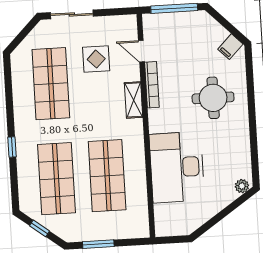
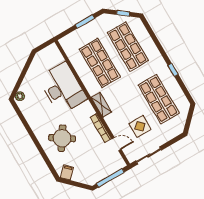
sliding door: (72, 14) -> (149, 155), moved
round table: (213, 98) -> (62, 138), turned 34
shelving: (134, 100) -> (101, 105), moved
window: (12, 147) -> (173, 70), moved

